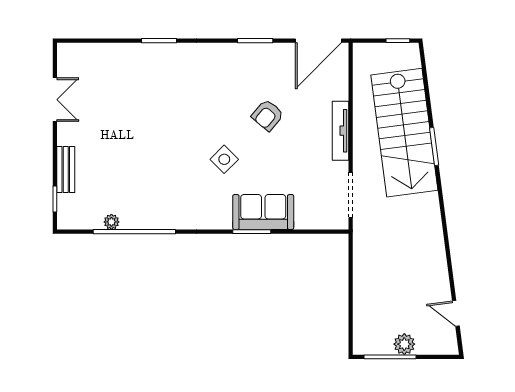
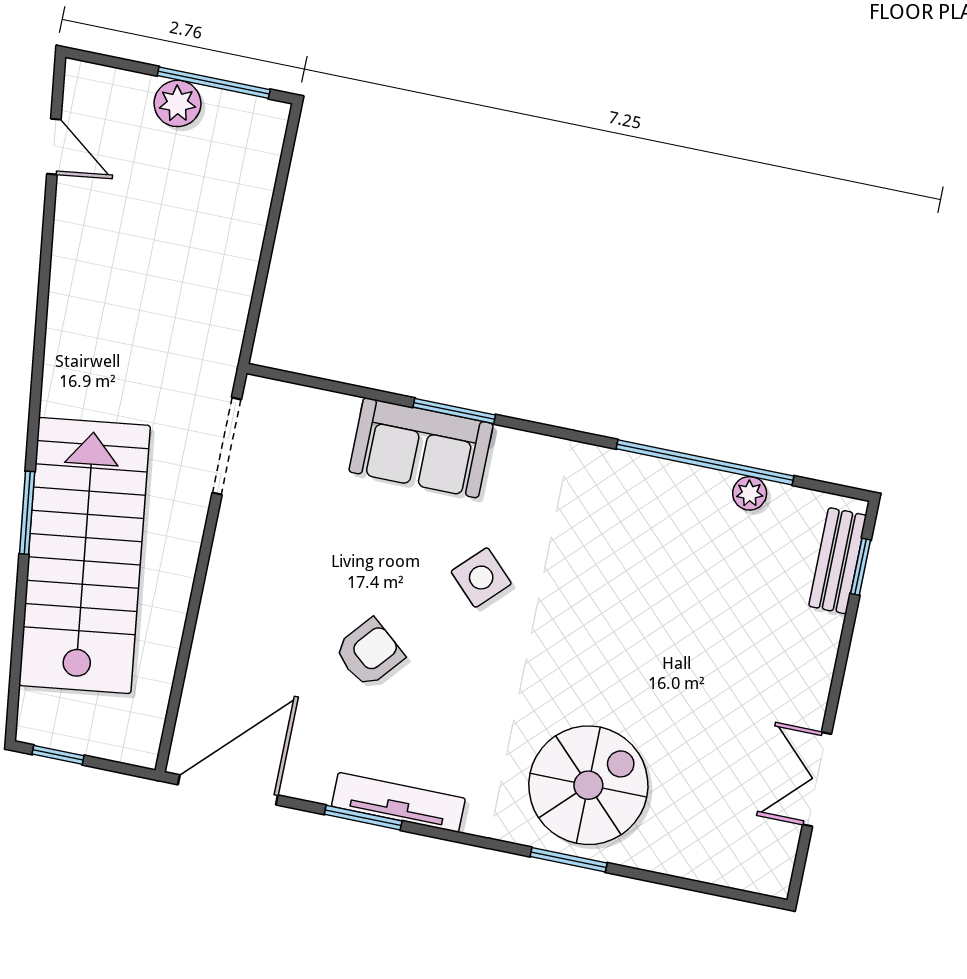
spiral stairs: (157, 76) -> (588, 785), added
tv unit: (341, 131) -> (398, 802), moved, turned -90
bench: (66, 170) -> (838, 561), moved

